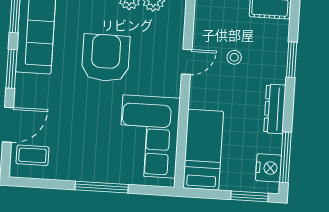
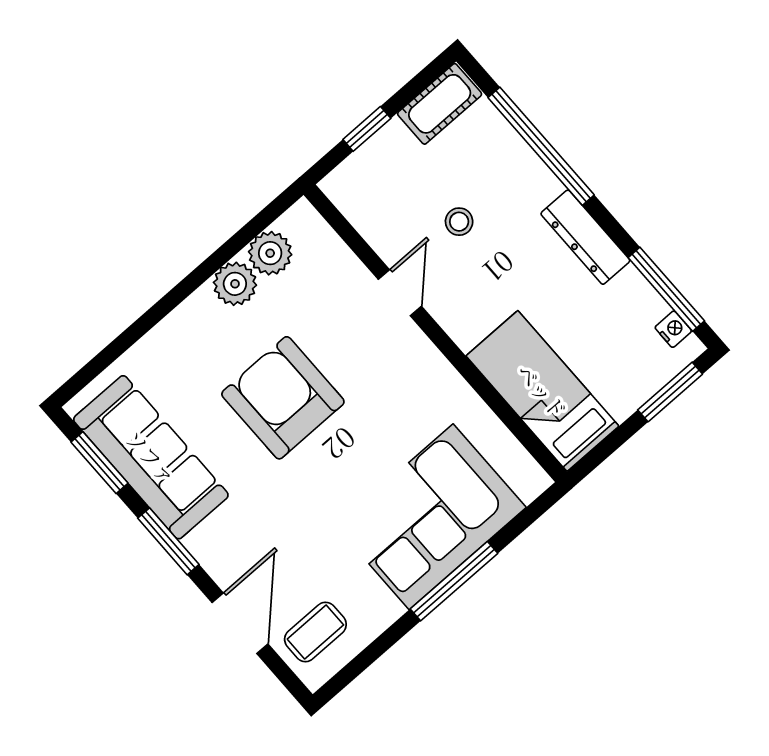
window: (292, 60) -> (541, 146), width x2.11
corner sofa: (149, 136) -> (431, 517), moved, turned 90
nightstand: (269, 168) -> (673, 329), width x0.53, depth x0.56

